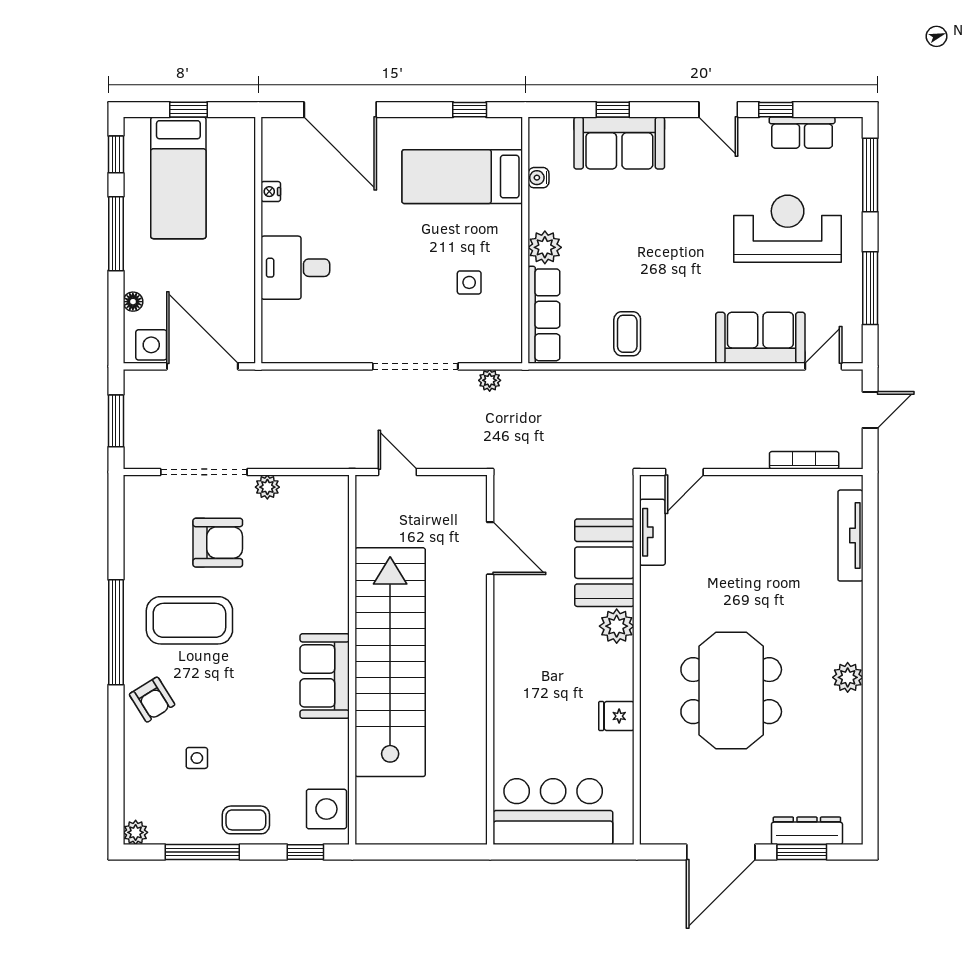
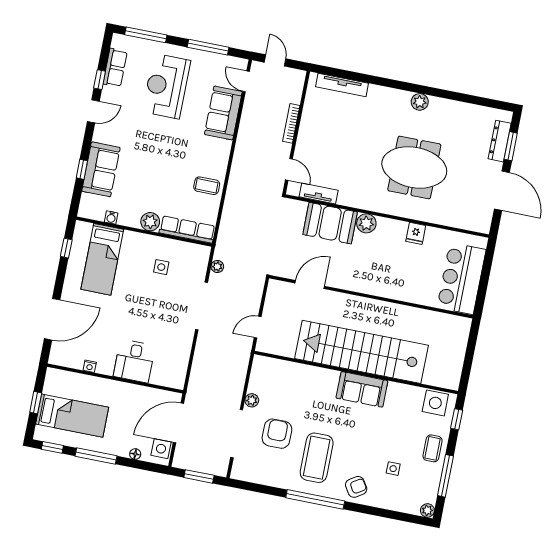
bookcase: (804, 460) -> (291, 123), moved

